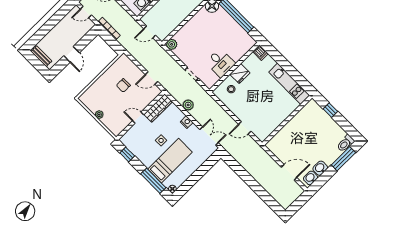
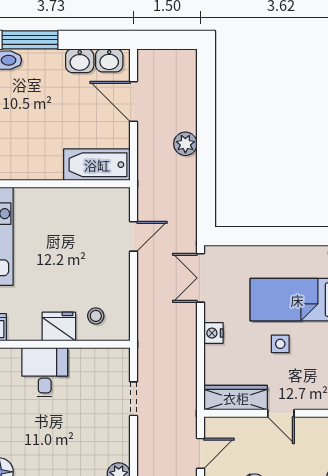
desk: (220, 63) -> (45, 372), moved
door: (152, 78) -> (200, 453), hinge flipped
plant: (188, 105) -> (185, 144), moved
door: (245, 128) -> (134, 236), hinge flipped
bathtub: (280, 139) -> (97, 165), added

